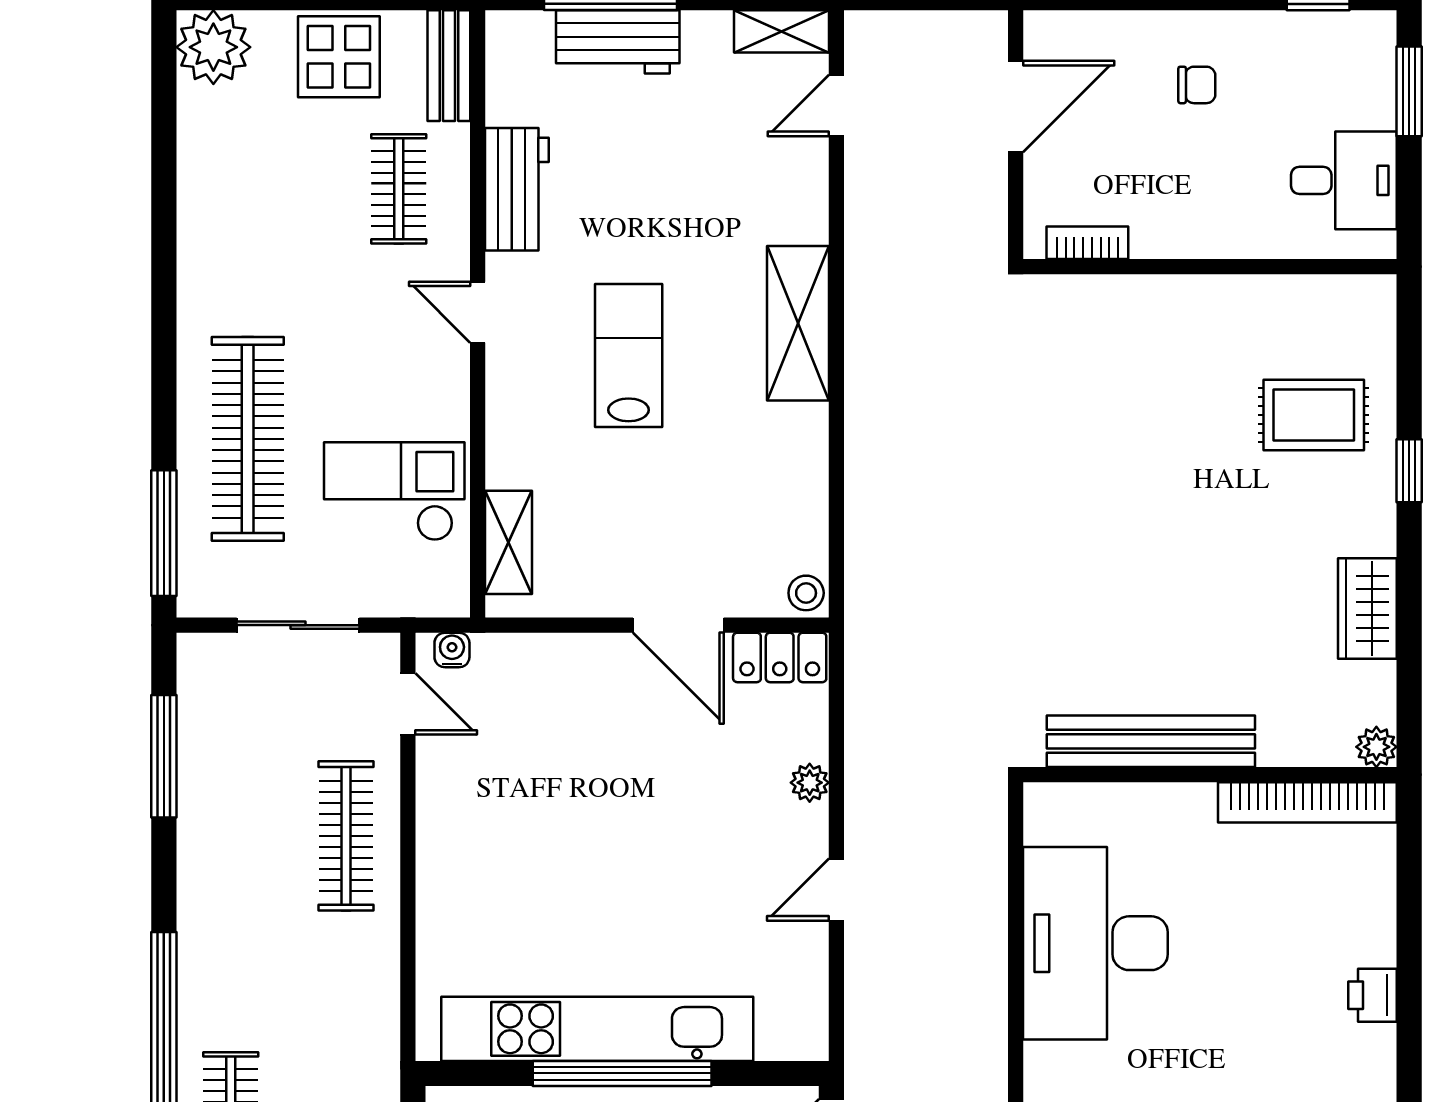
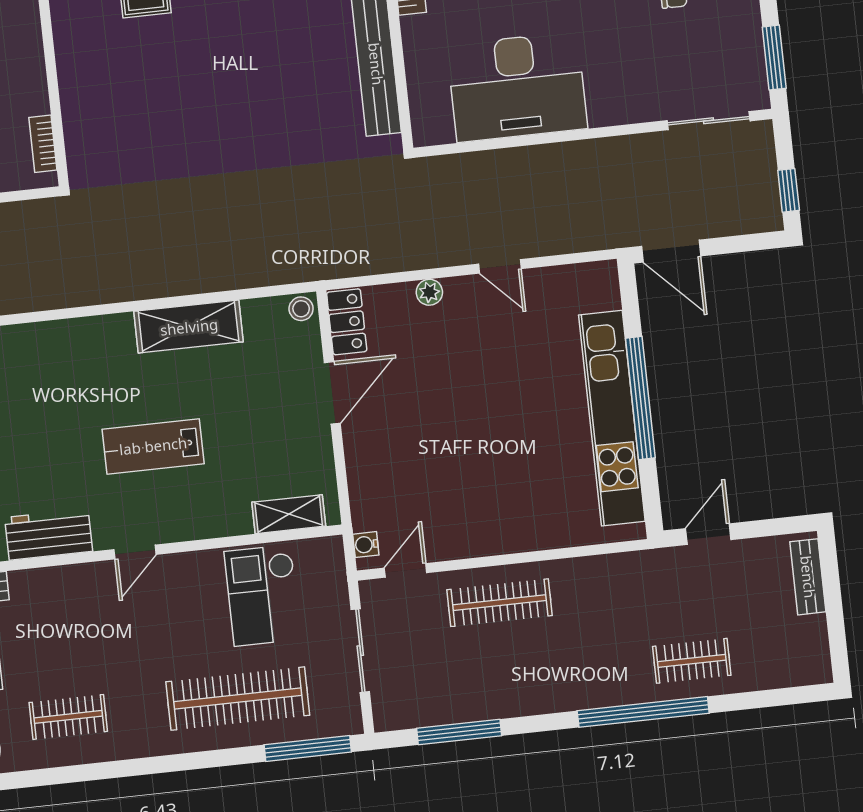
clothes rail: (399, 189) -> (68, 717), moved
shelving: (798, 323) -> (189, 327), moved

